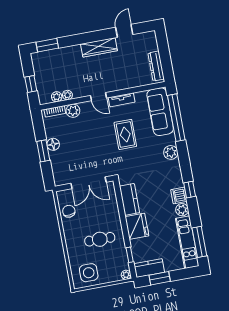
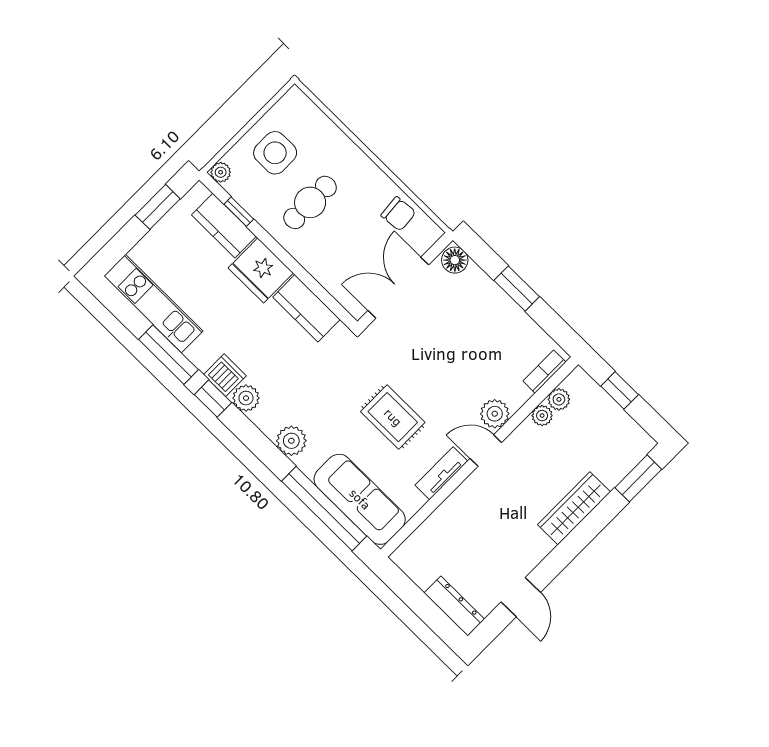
wardrobe: (99, 47) -> (574, 508), moved
dresser: (156, 66) -> (454, 606), moved
plant: (73, 111) -> (495, 414), moved
floor lamp: (53, 144) -> (455, 260), moved
plant: (182, 210) -> (246, 398), moved
window: (199, 242) -> (168, 355), moved
kitchen counter: (149, 268) -> (224, 226), moved, turned 90
side table: (89, 273) -> (275, 153), moved

